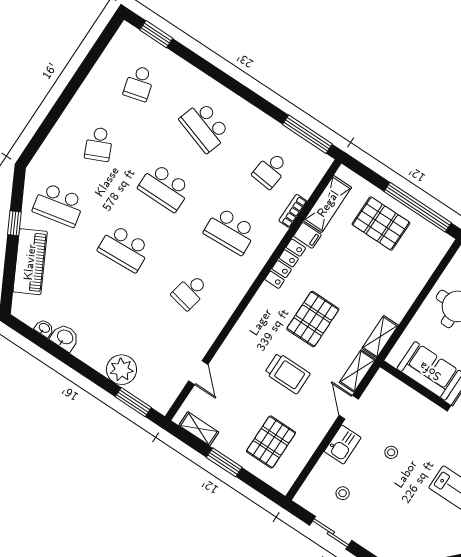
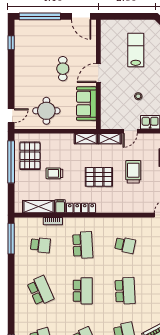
school desk: (205, 127) -> (40, 291), turned -42
pallet: (381, 223) -> (30, 156), moved
trolley: (360, 258) -> (54, 173), added

